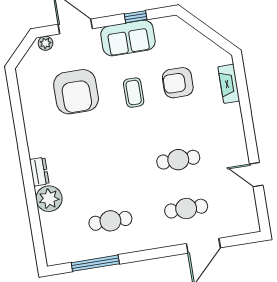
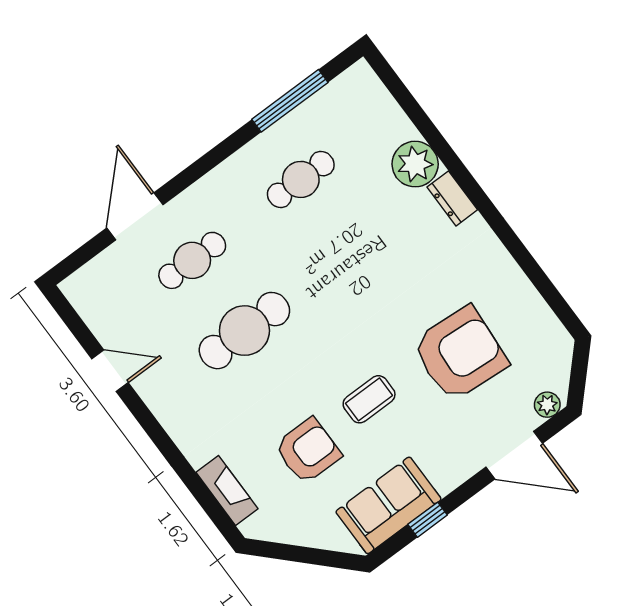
sofa: (128, 38) -> (388, 505), moved
armchair: (76, 92) -> (460, 354), turned 94
coffee table: (134, 93) -> (369, 399), turned 90
cafe table: (178, 160) -> (244, 331), width x1.37, depth x1.35

